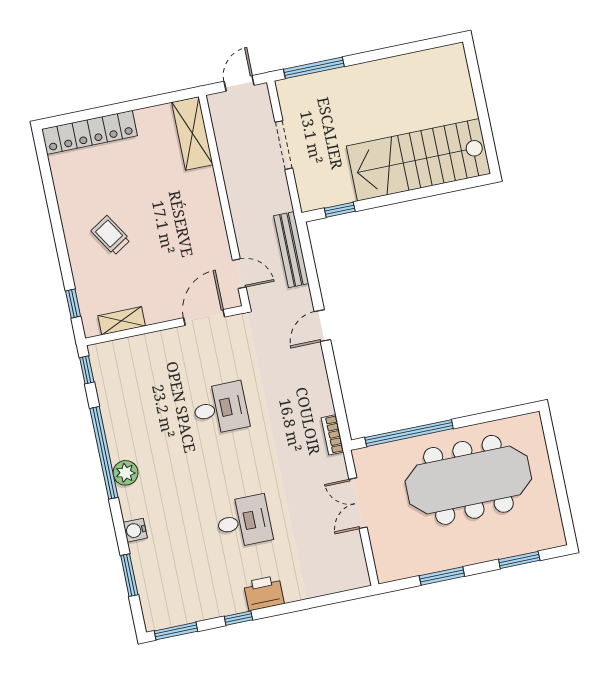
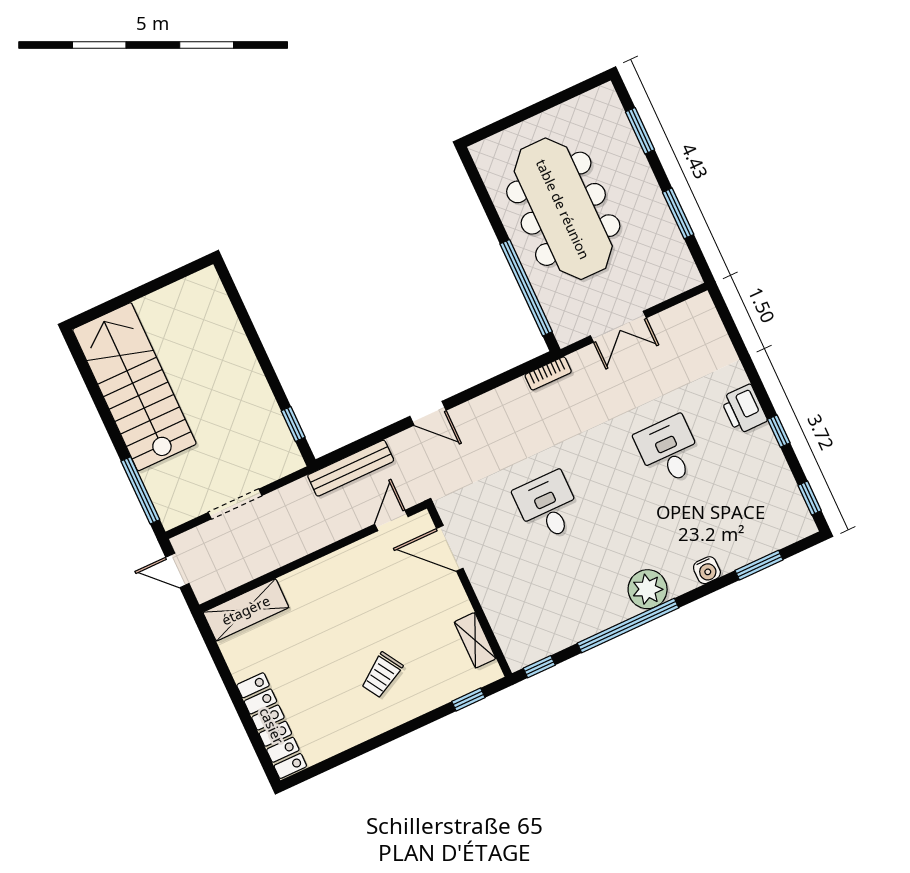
stairs: (418, 160) -> (134, 387), moved, turned 180
plant: (126, 473) -> (648, 589), width x1.36, depth x1.36
window: (176, 631) -> (810, 498), width x0.67

